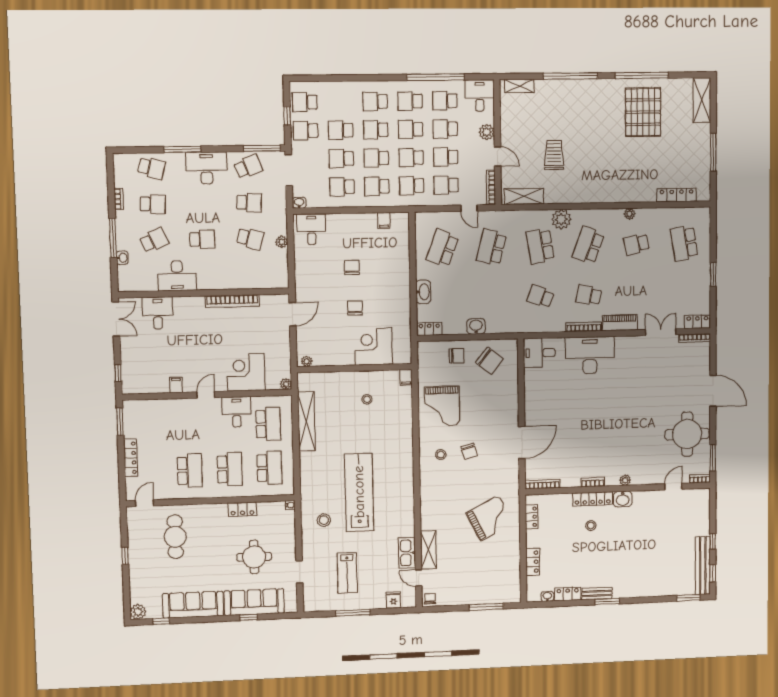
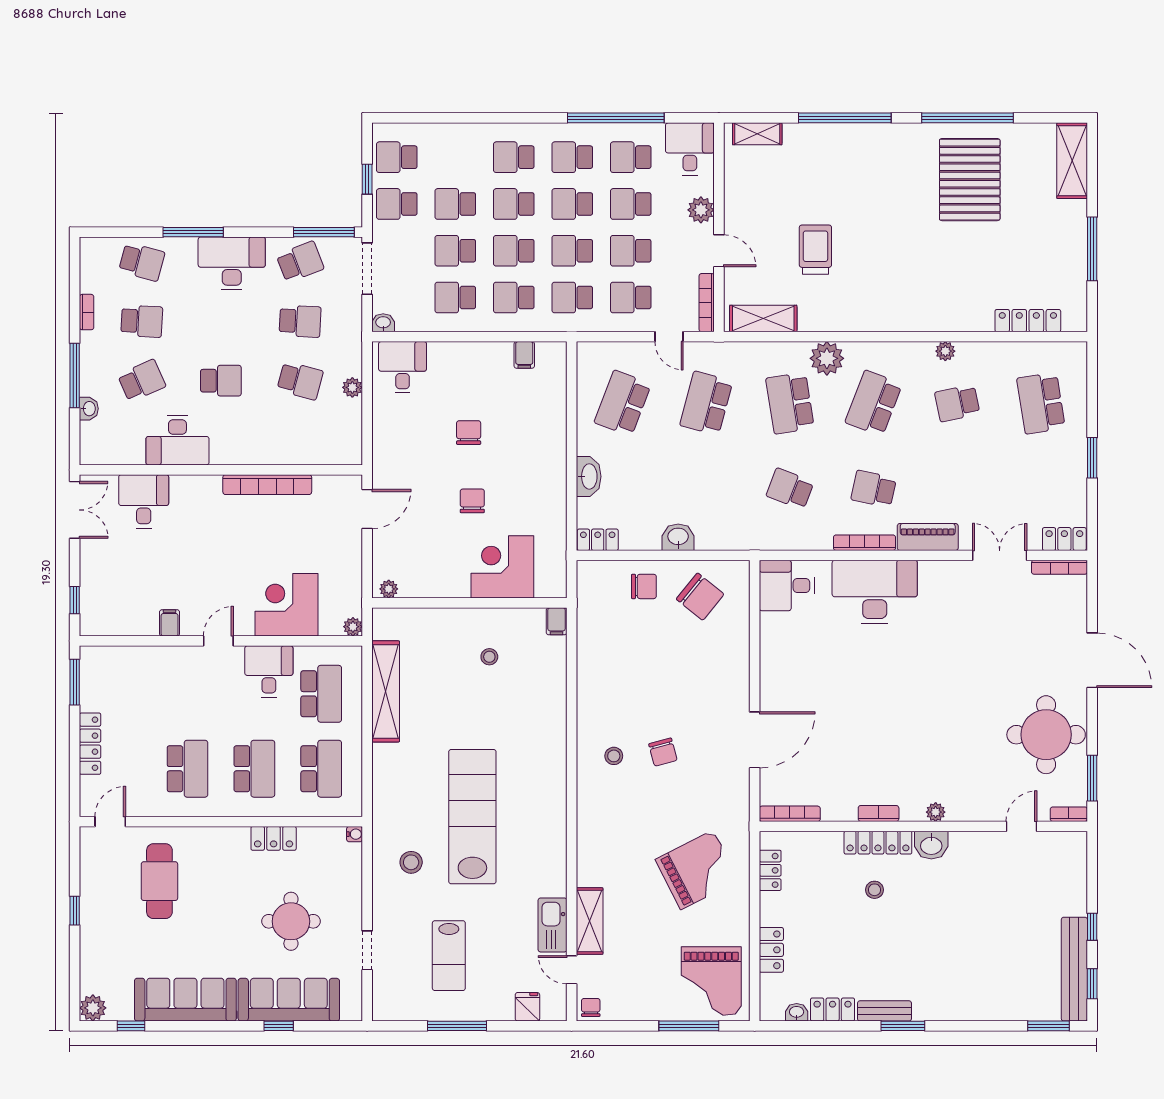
grand piano: (442, 406) -> (711, 981), moved

